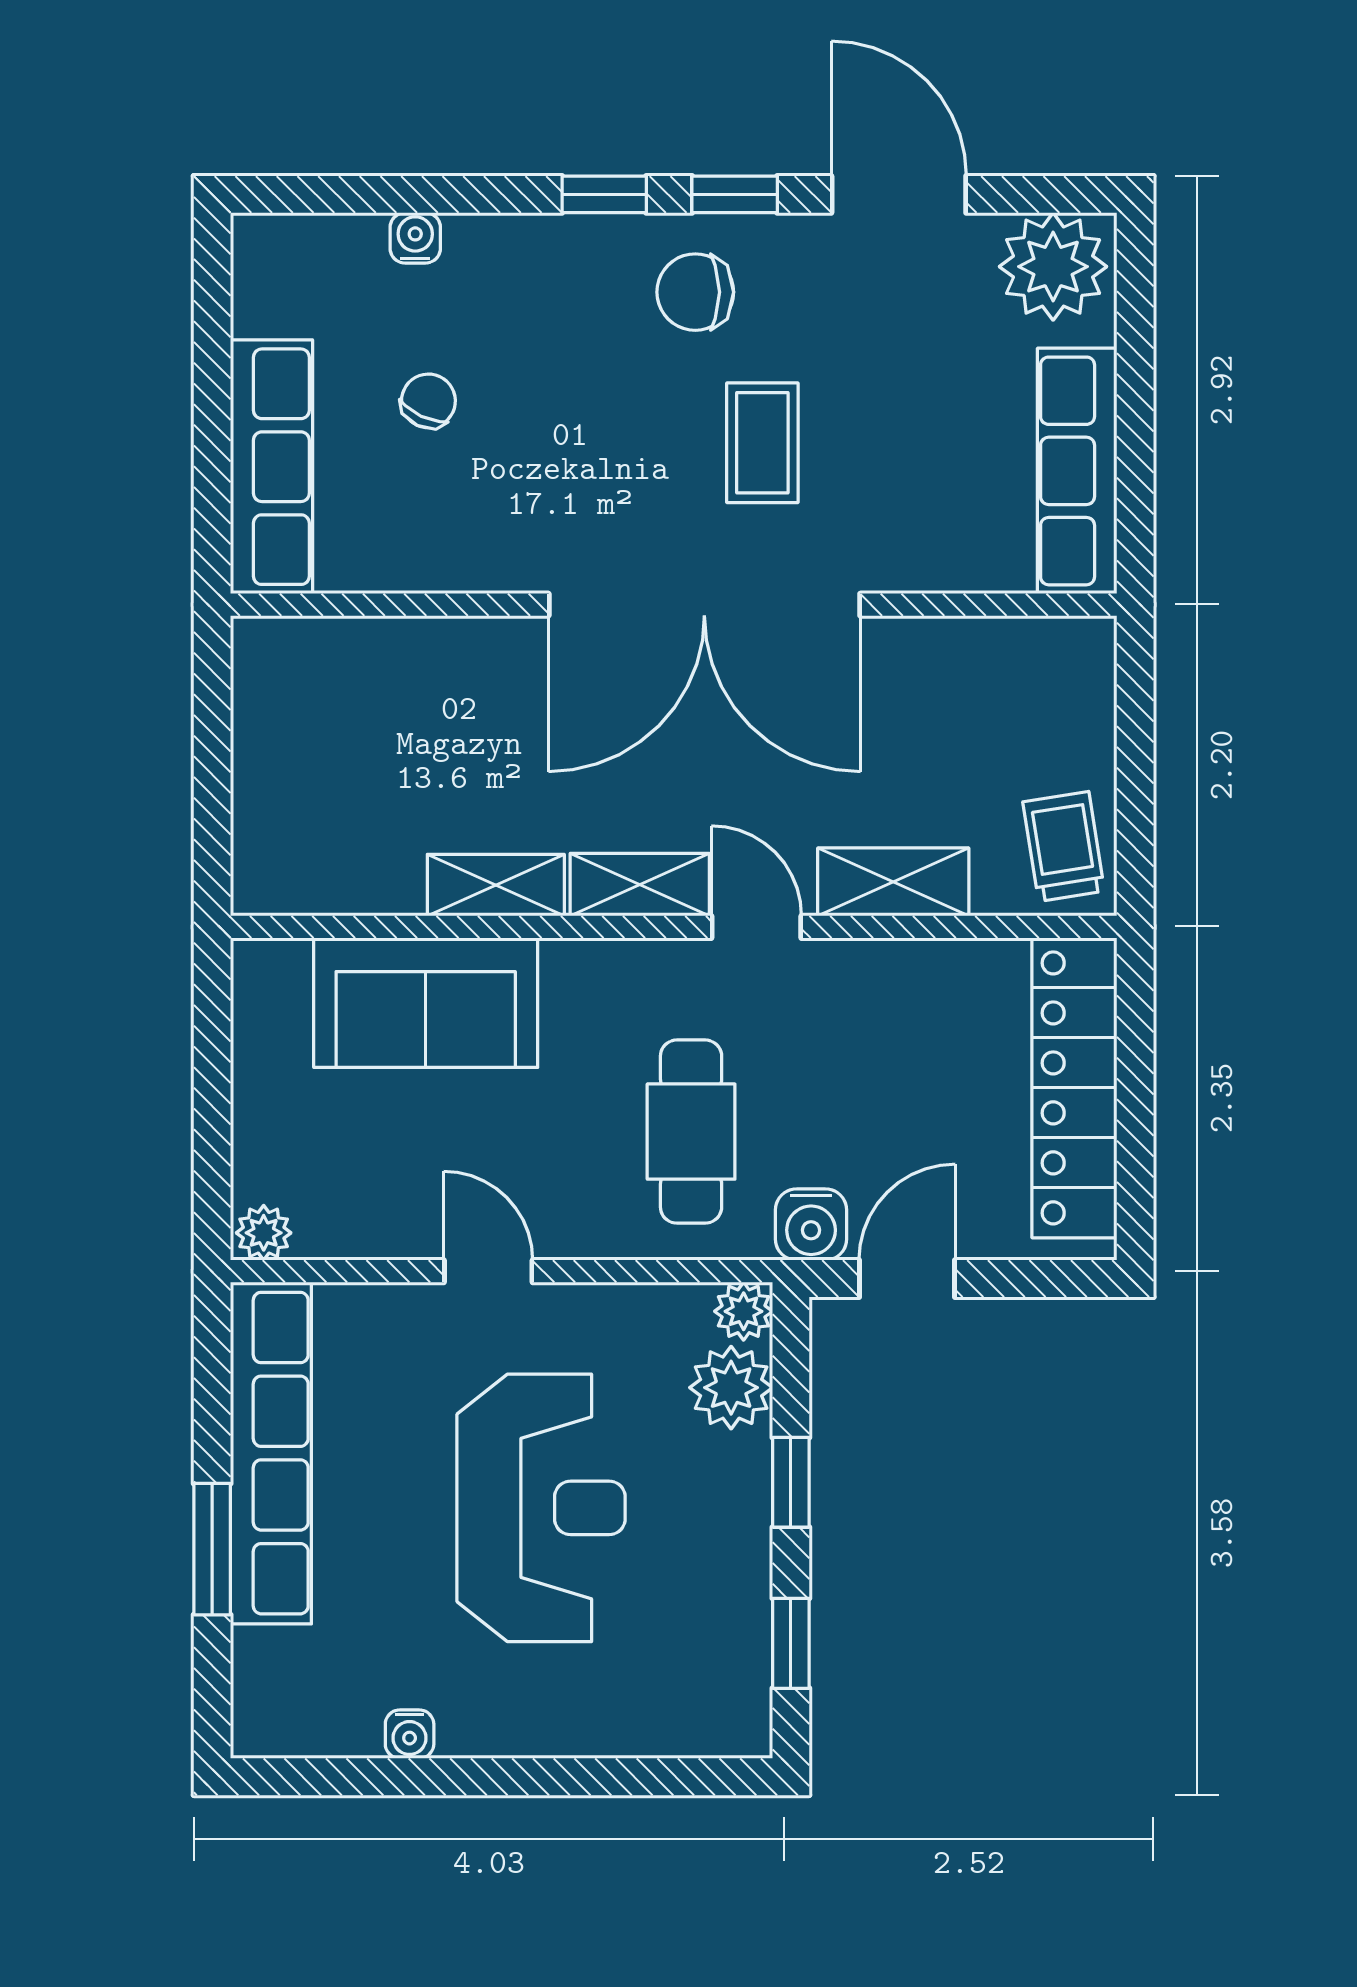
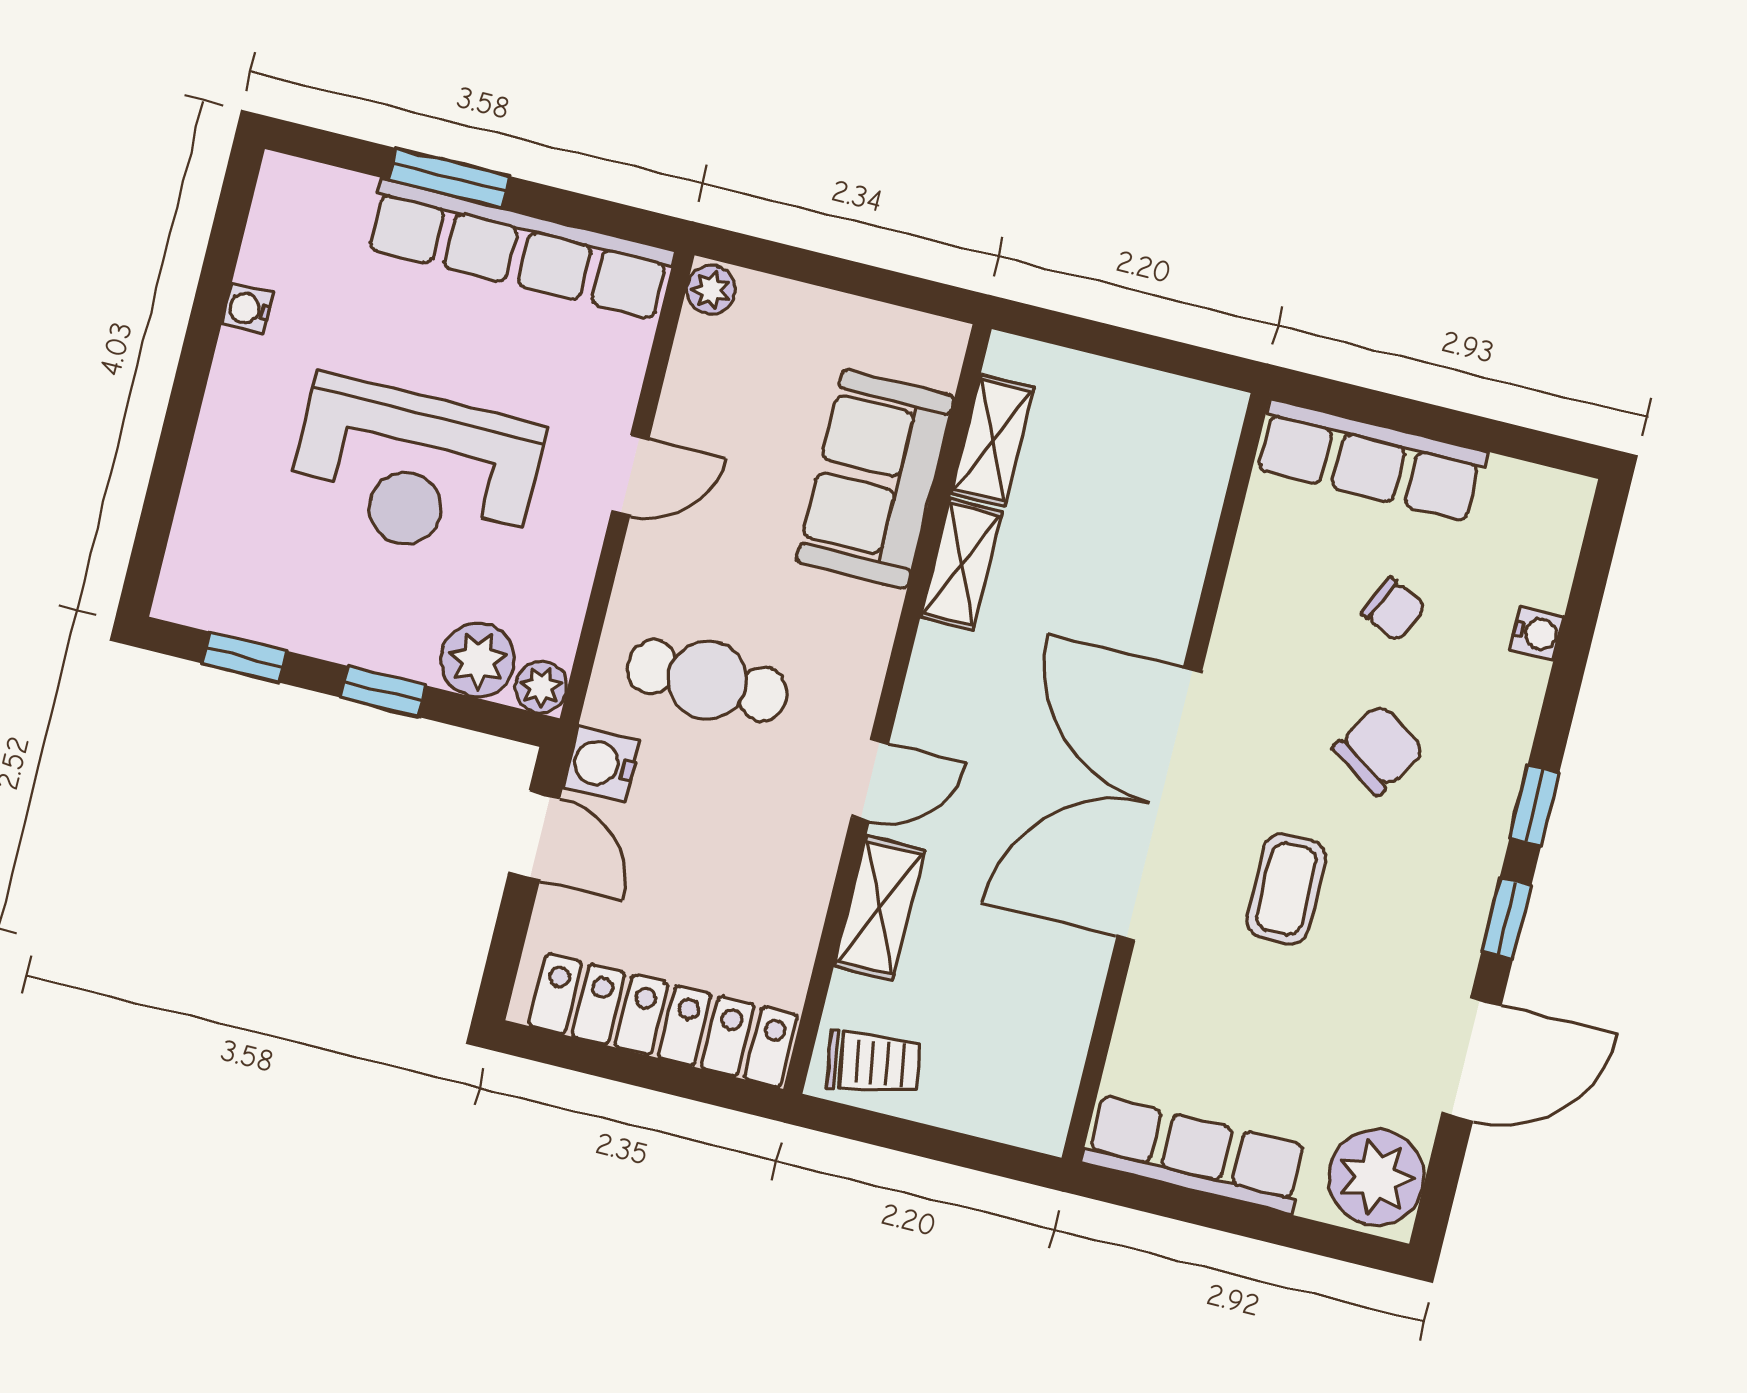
chair: (695, 292) -> (1379, 750), moved, turned 33
coffee table: (762, 443) -> (1286, 889), turned 90
shelving: (640, 885) -> (993, 440), moved

